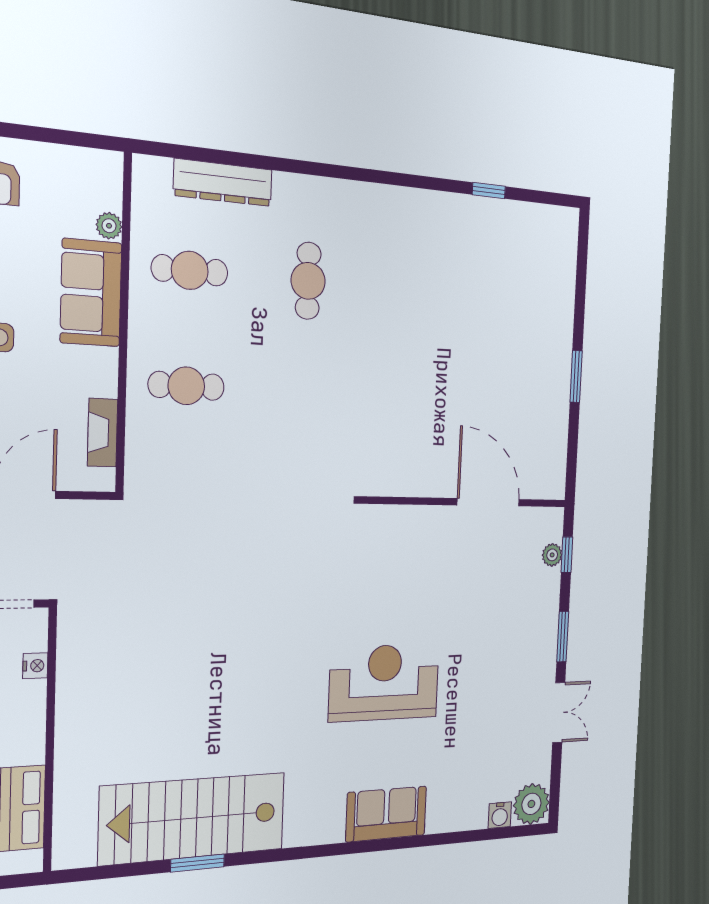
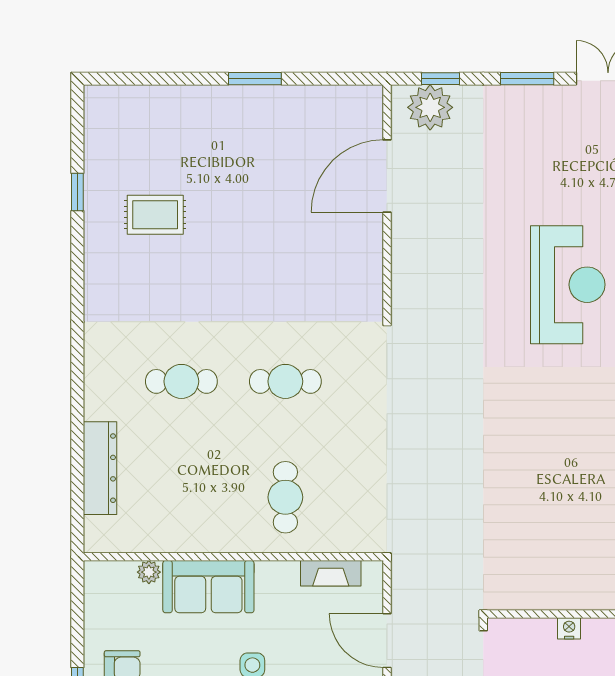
rug: (465, 268) -> (155, 215), added
cafe table: (190, 270) -> (285, 381), moved, turned 90
plant: (552, 555) -> (430, 107), width x1.88, depth x1.88
nightstand: (35, 666) -> (569, 628), moved
reception desk: (384, 683) -> (568, 285), turned 180

